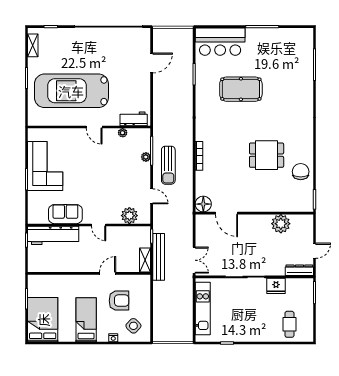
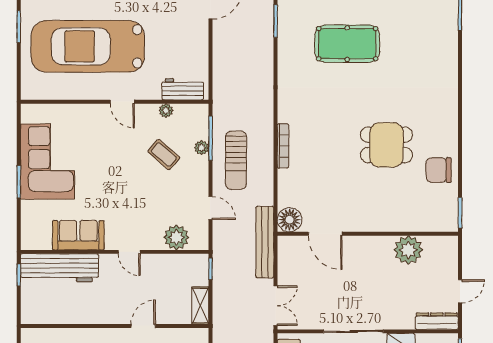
coffee table: (121, 161) -> (164, 155), added
chair: (301, 172) -> (439, 170), turned -90
bench: (159, 257) -> (265, 242), moved

